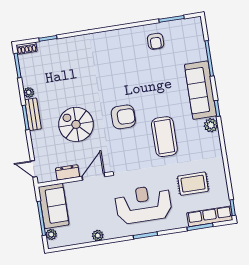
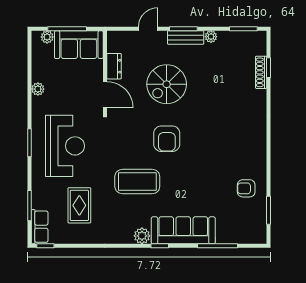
shoe rack: (27, 48) -> (261, 72), moved, width x1.43
spiral stairs: (76, 124) -> (167, 84), turned 180
door: (34, 169) -> (148, 29), moved
row of seats: (210, 216) -> (40, 227), width x0.68

